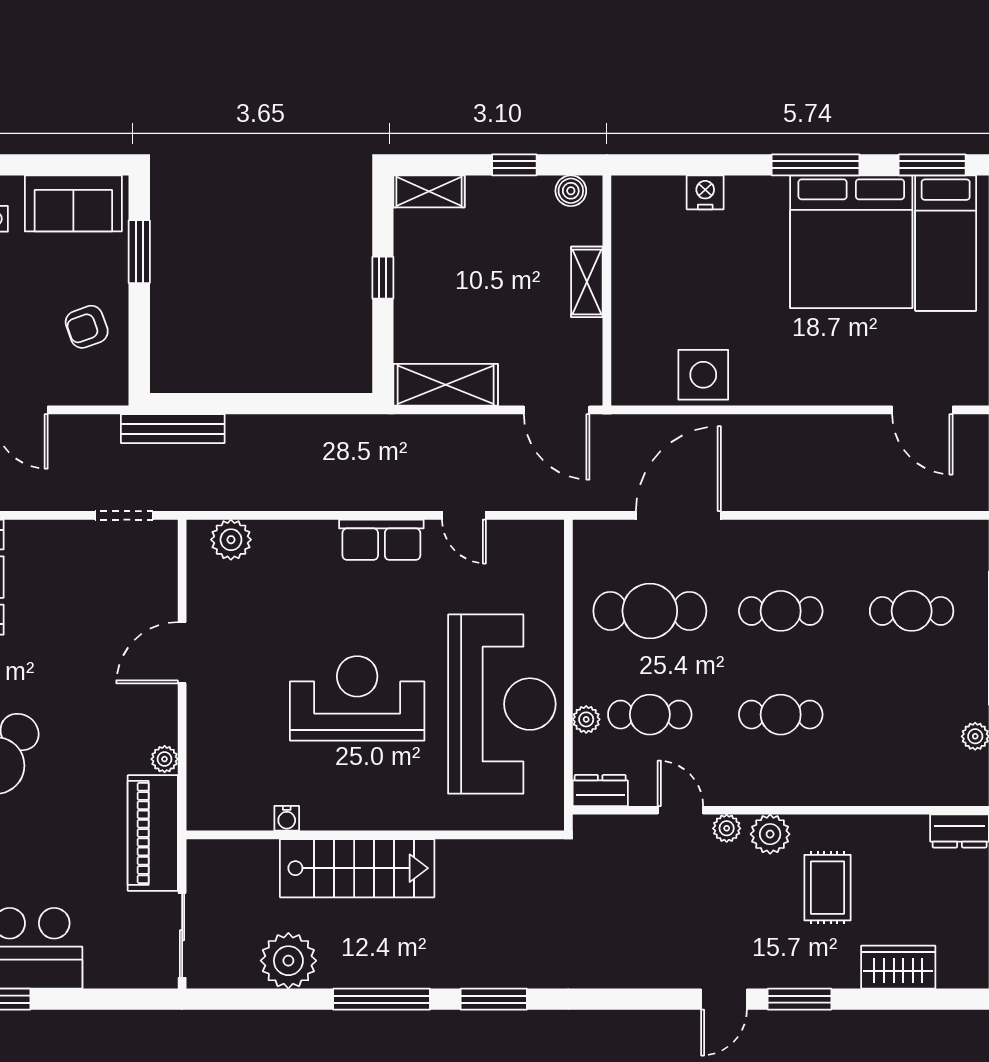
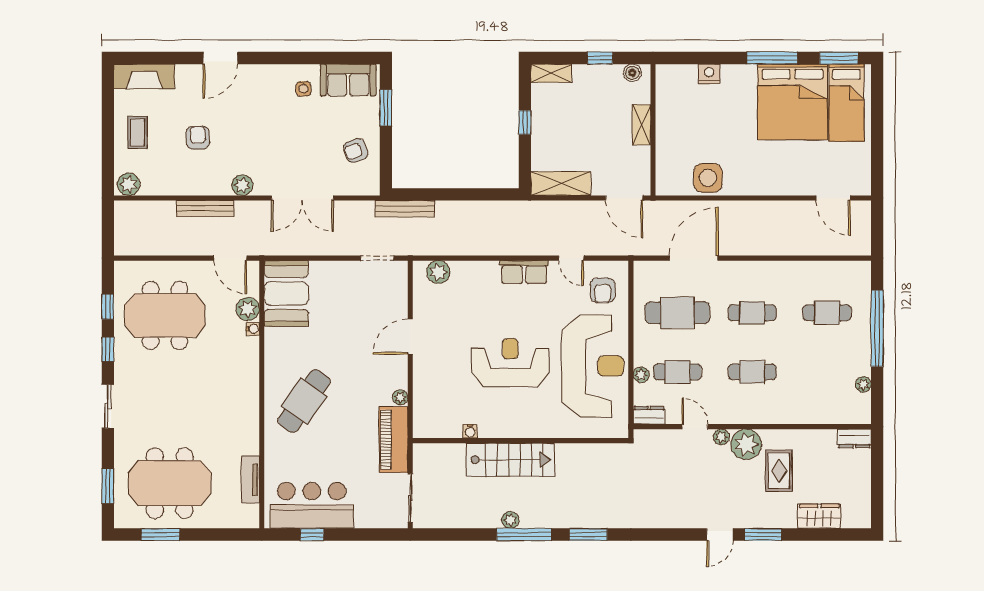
armchair: (519, 572) -> (603, 290), added
plant: (770, 834) -> (746, 444), width x1.36, depth x1.36
plant: (288, 961) -> (510, 520), moved, width x0.53, depth x0.53

